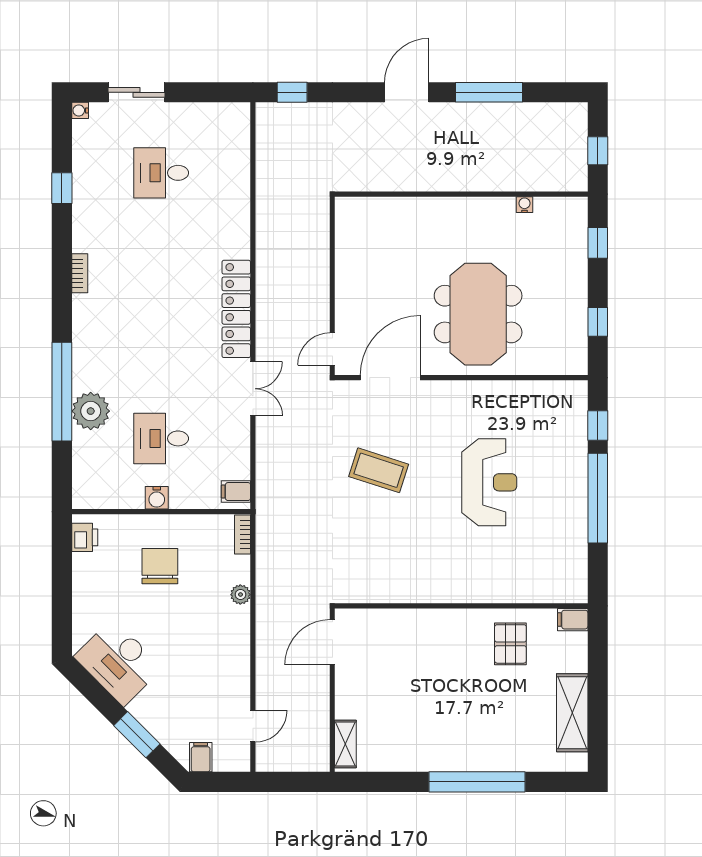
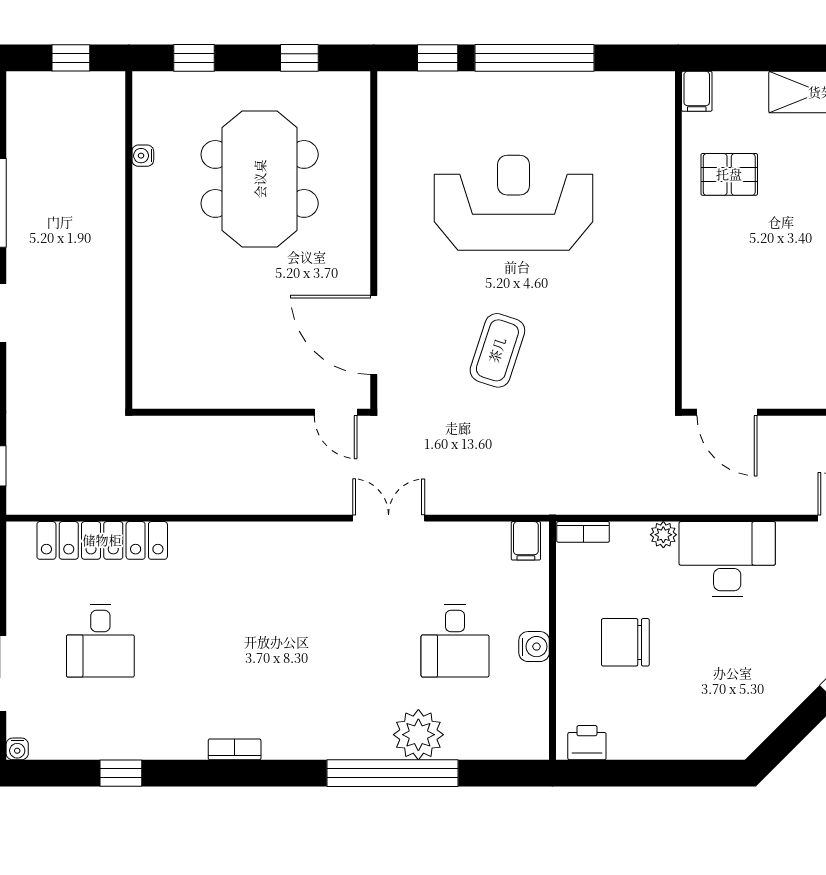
locker: (236, 309) -> (102, 540), moved
meeting table: (478, 314) -> (260, 179), moved, turned 90
reception desk: (489, 482) -> (514, 203), width x1.36, depth x1.30
desk: (118, 662) -> (727, 559), moved, turned -135

